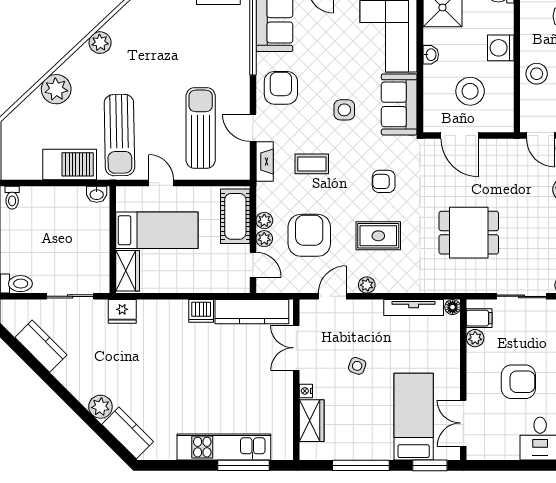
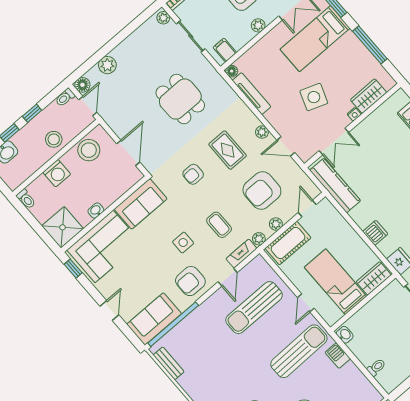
stool: (470, 91) -> (89, 150), moved
side table: (344, 110) -> (183, 243), moved
barbecue: (70, 164) -> (338, 355), width x0.53, depth x0.65
armchair: (384, 181) -> (193, 174), turned 90
toilet: (12, 198) -> (376, 367), moved
plant: (264, 239) -> (259, 239), moved
dishwasher: (201, 311) -> (375, 233), moved
plant: (475, 338) -> (258, 25), moved
side table: (357, 366) -> (314, 97), width x1.87, depth x1.87

